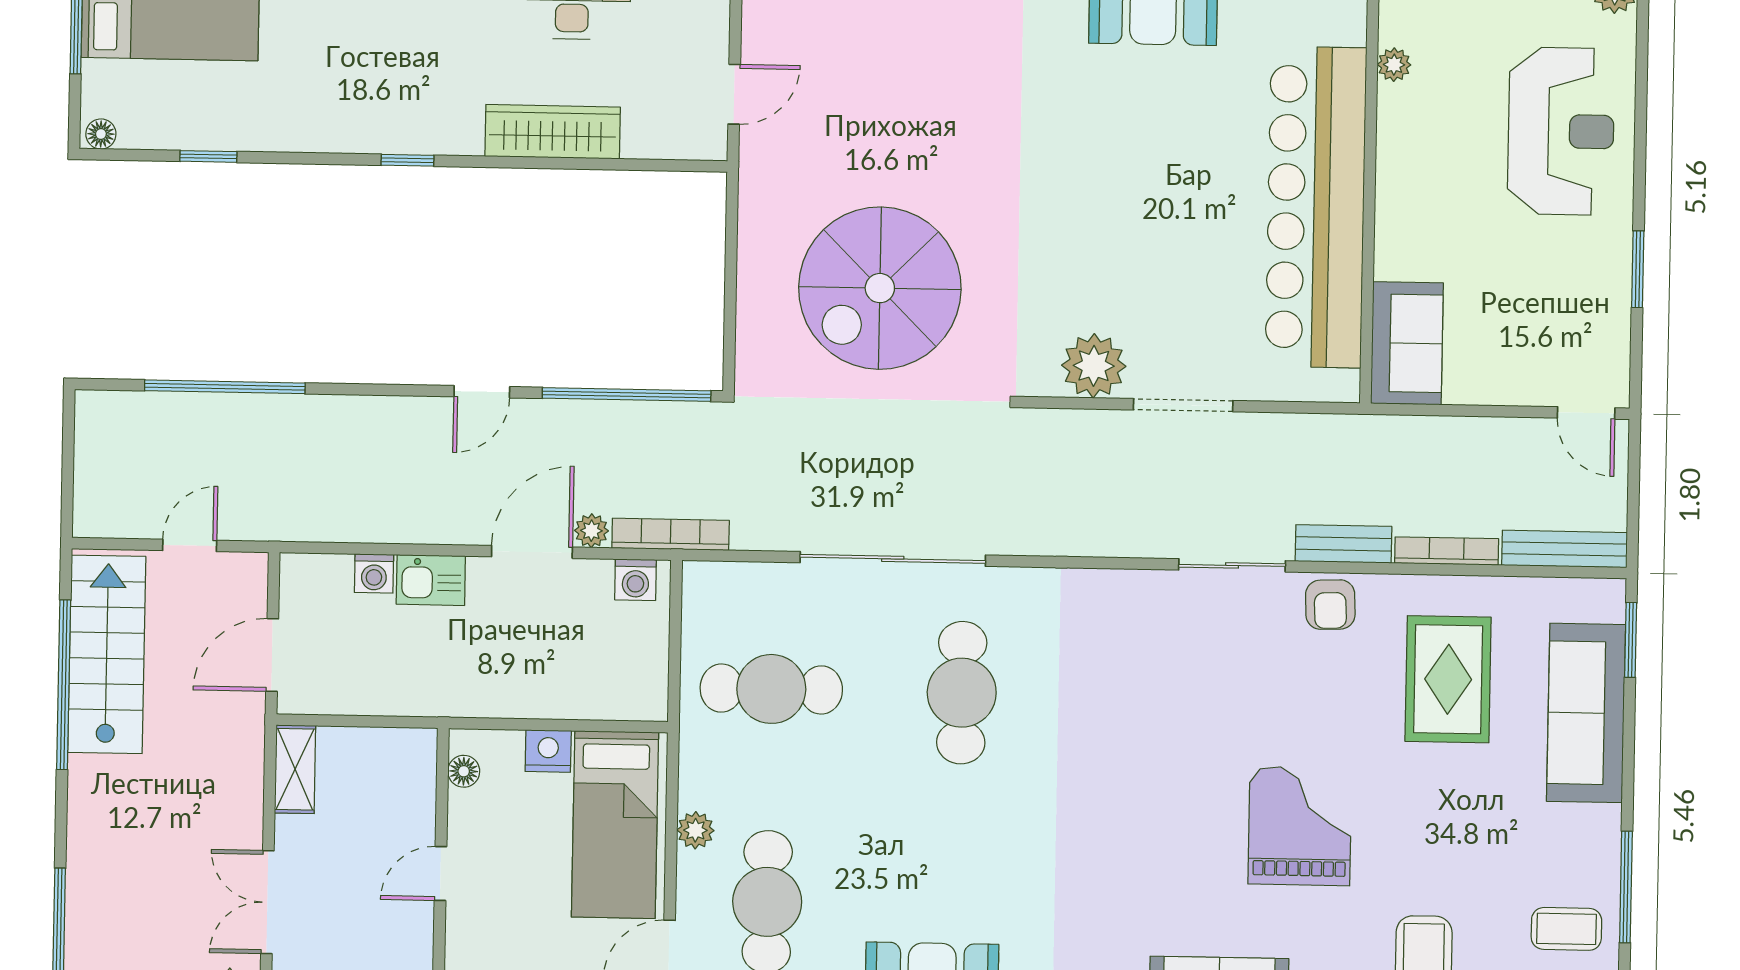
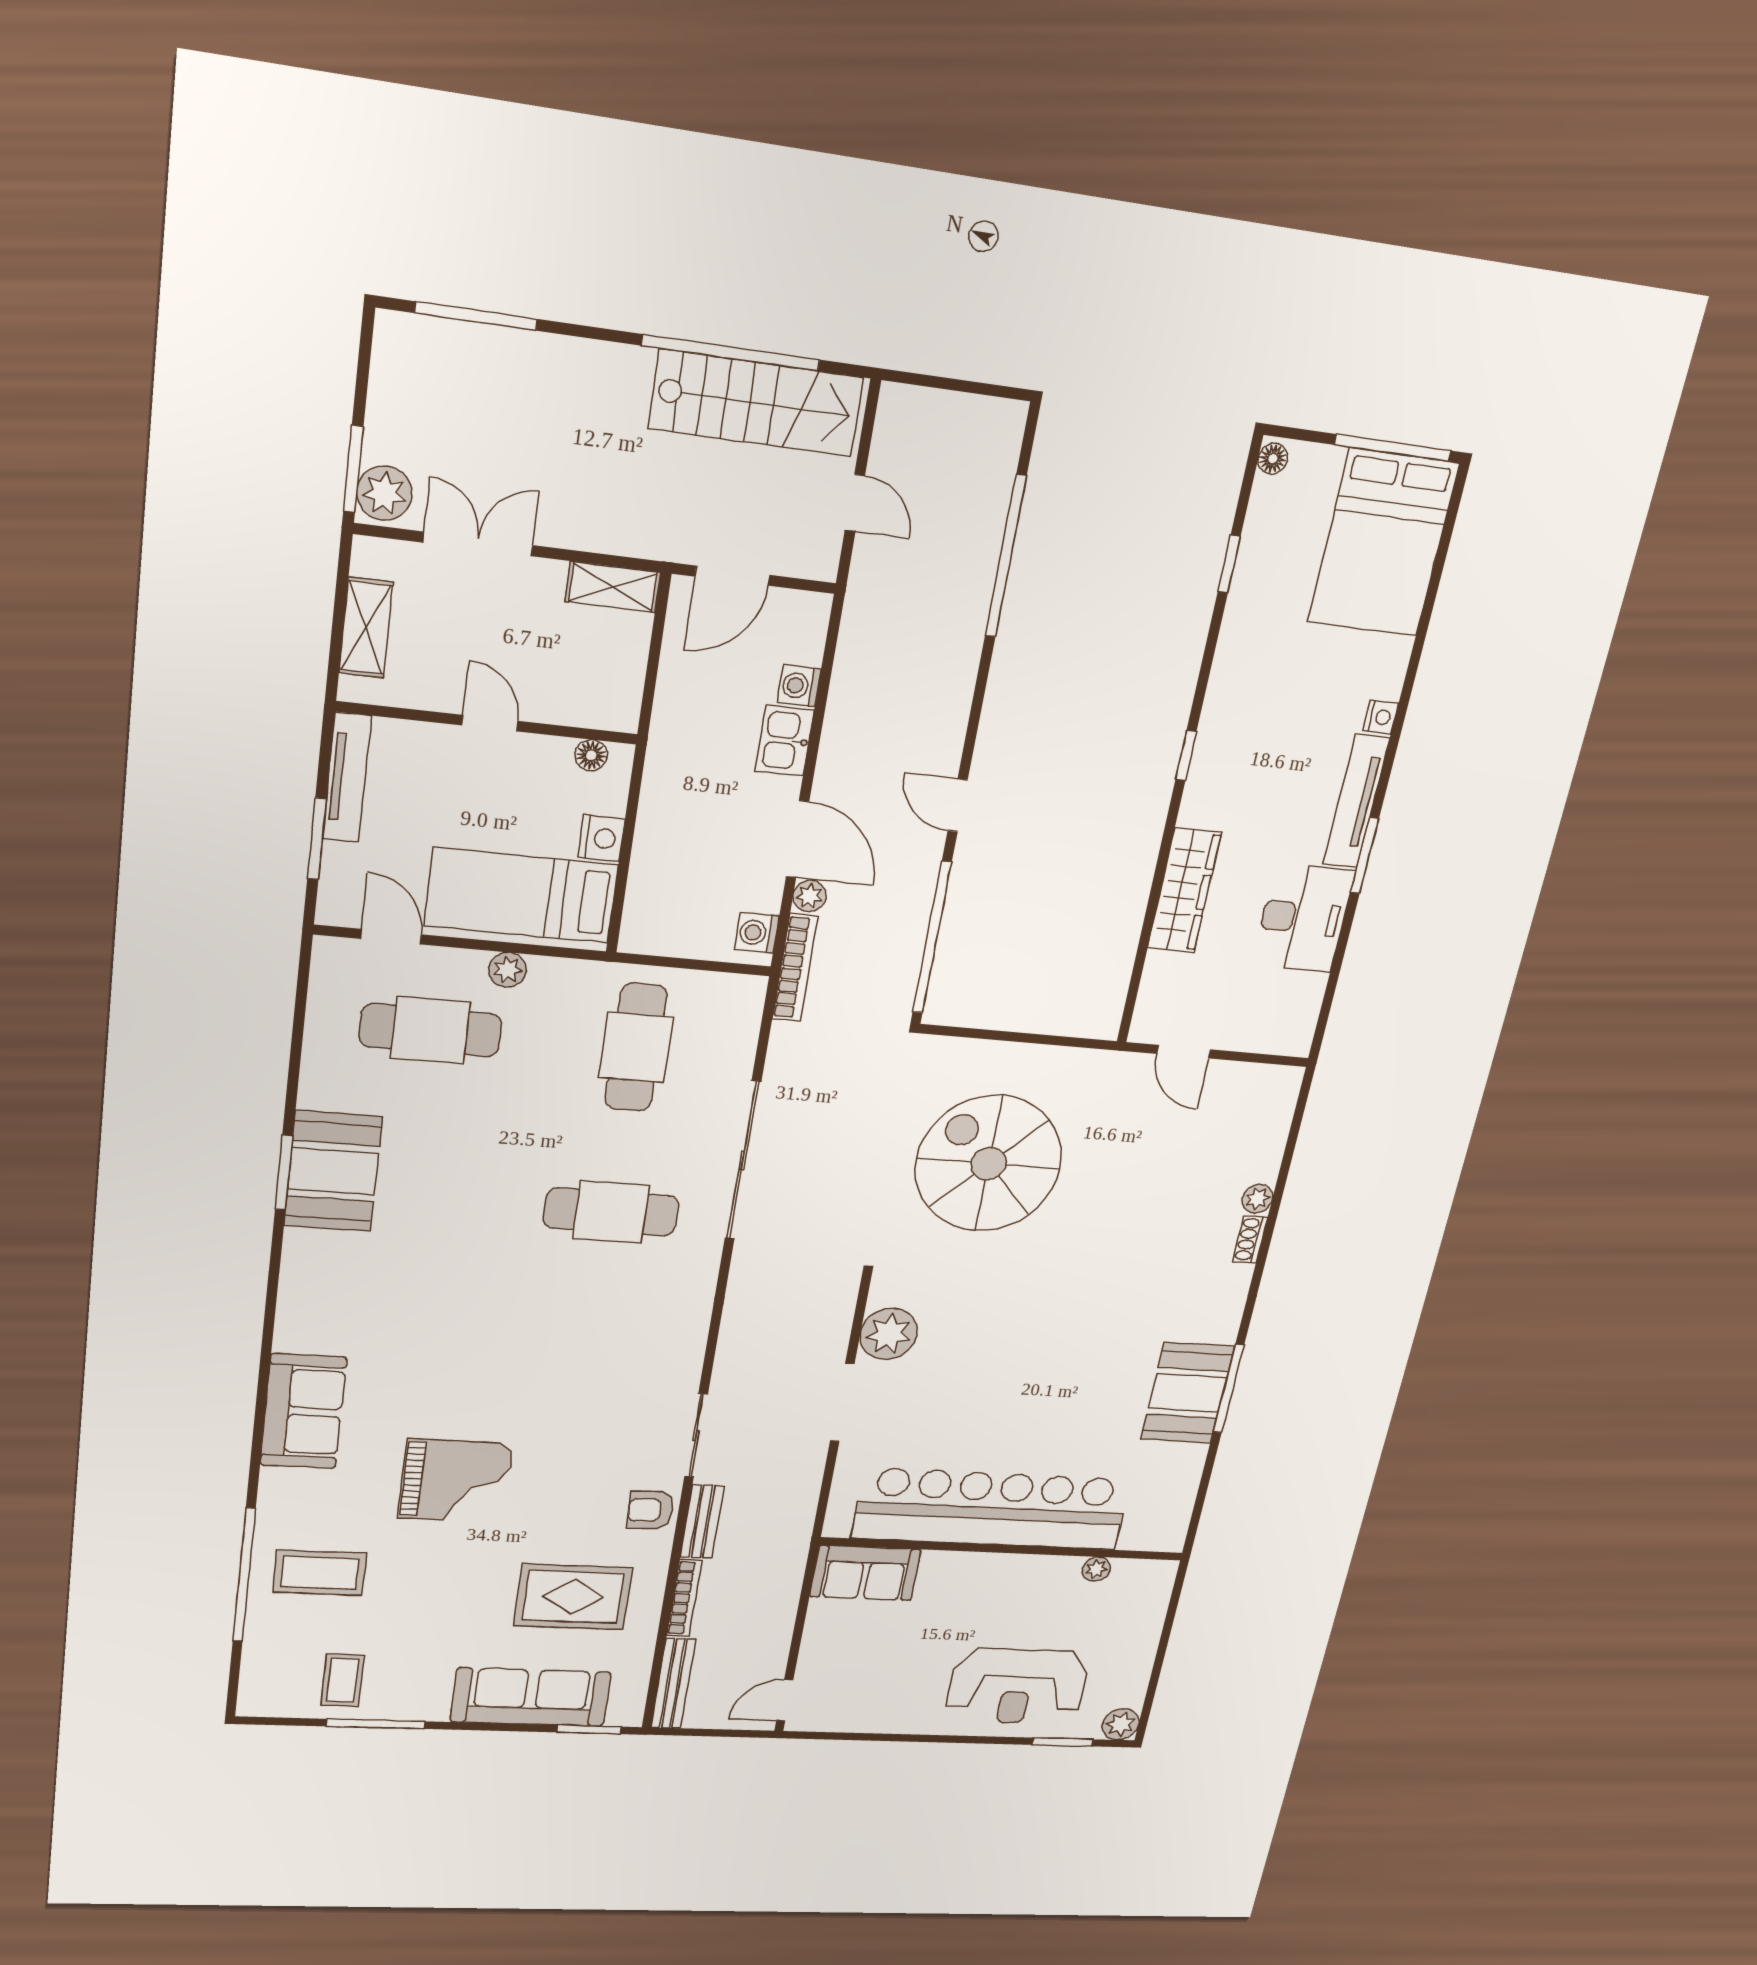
window: (1638, 269) -> (1063, 1742), moved
door: (272, 655) -> (732, 576), swing flipped

